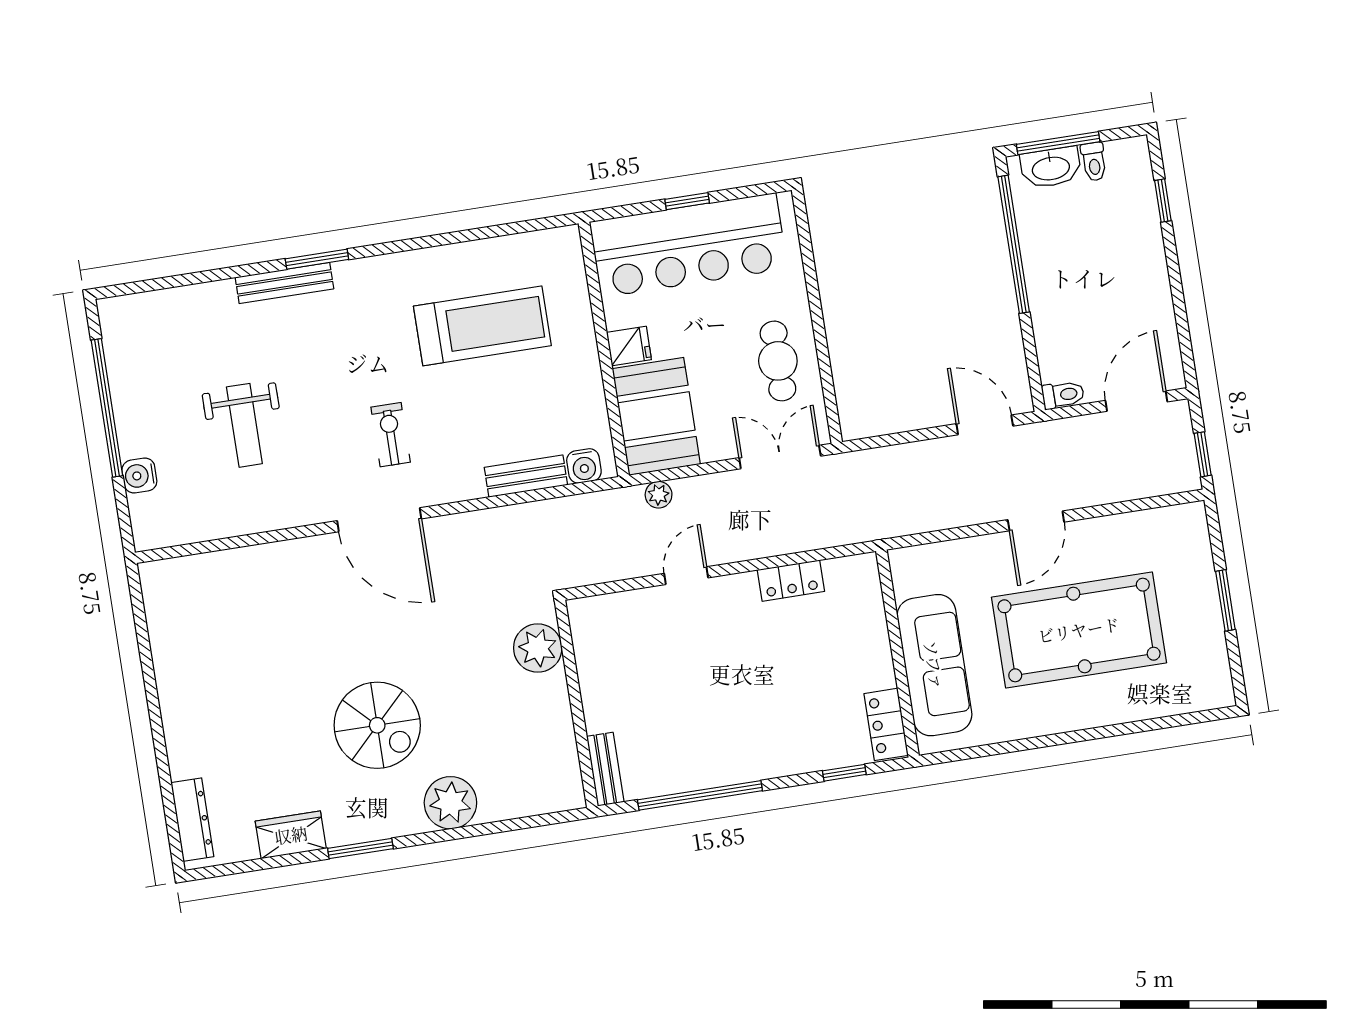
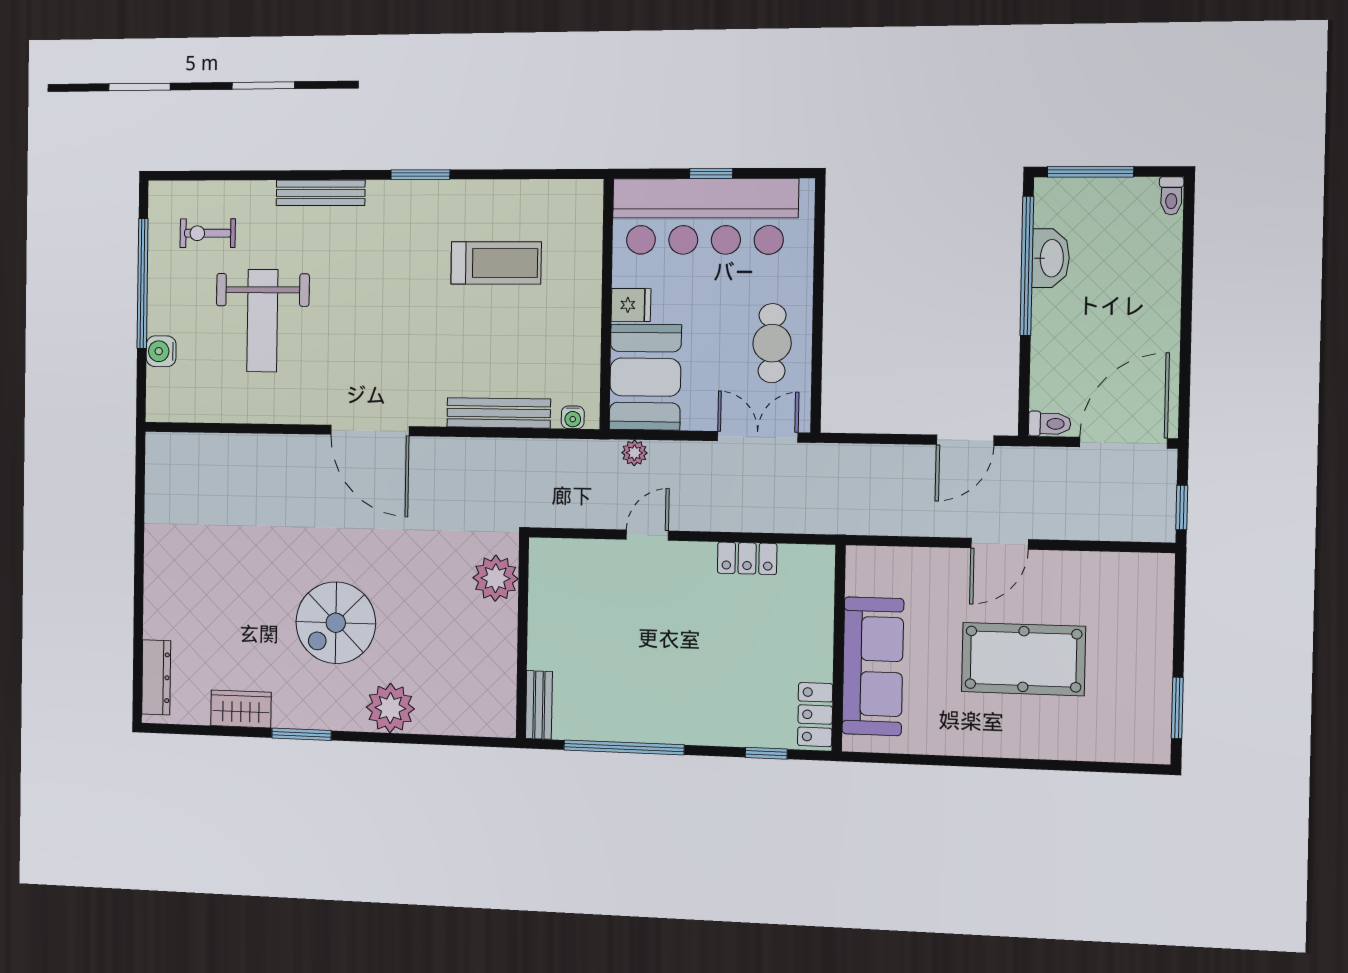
toilet: (1094, 162) -> (1171, 196), moved
washbasin: (1051, 167) -> (1051, 258), moved, turned -90
window: (1163, 201) -> (1188, 246), removed
window: (317, 259) -> (420, 175), moved
treadmill: (482, 326) -> (496, 263), width x0.73, depth x0.73
door: (1136, 401) -> (1123, 443), width x1.36
weight bench: (244, 425) -> (262, 321), width x1.36, depth x1.33
door: (985, 425) -> (965, 440), swing flipped
exercise bike: (391, 435) -> (208, 233), moved, turned -90
water cooler: (584, 466) -> (573, 417), width x0.72, depth x0.72
bench: (526, 476) -> (499, 413), width x1.36
window: (1225, 600) -> (1177, 708), moved
pool table: (1079, 630) -> (1023, 659), width x0.73, depth x0.76
spiral stairs: (377, 725) -> (336, 623), turned 90

